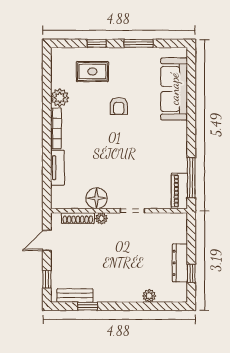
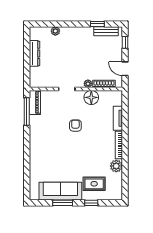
sofa: (174, 89) -> (60, 191), moved, turned -90
armchair: (119, 106) -> (75, 126), moved
door: (47, 240) -> (125, 69), swing flipped
window: (191, 273) -> (27, 46), removed

